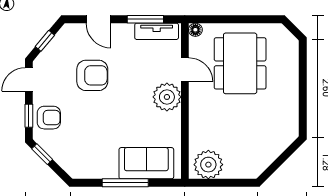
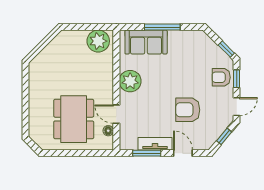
floor lamp: (195, 30) -> (108, 131), moved
tv unit: (157, 31) -> (155, 144), moved
plant: (167, 97) -> (130, 81), moved

